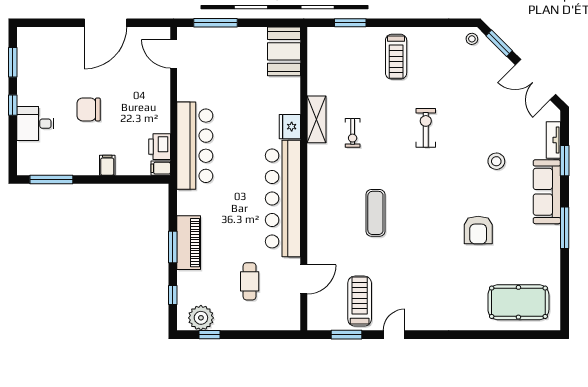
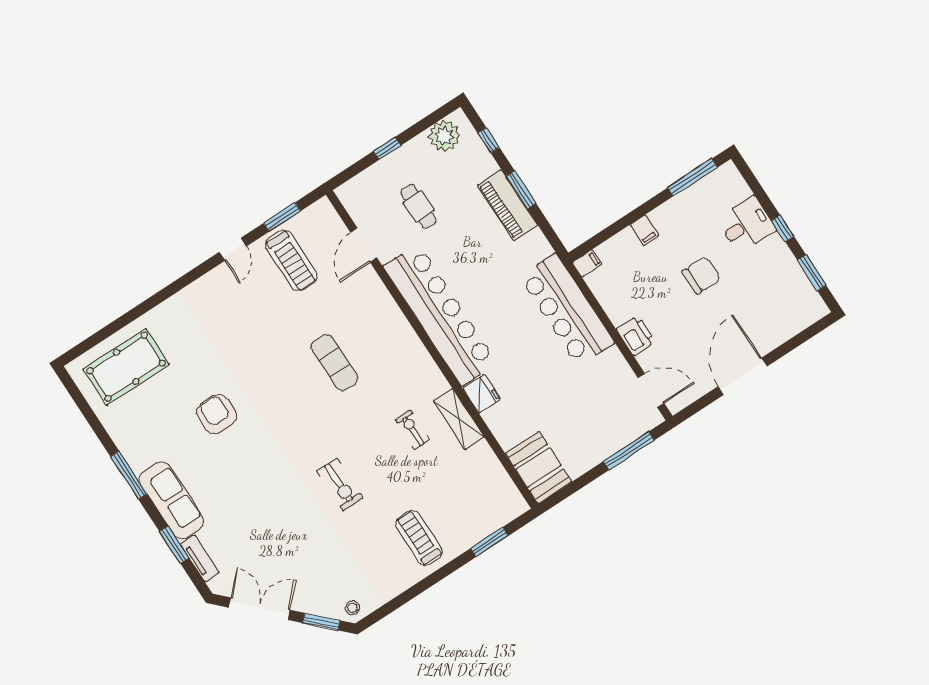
printer: (160, 147) -> (636, 335), moved
stool: (496, 161) -> (245, 498), removed
window: (210, 335) -> (387, 148), moved

